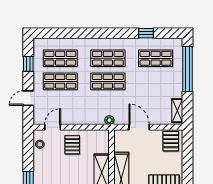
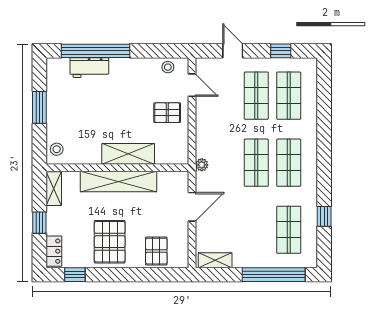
pallet: (171, 141) -> (156, 251), moved, turned 90

